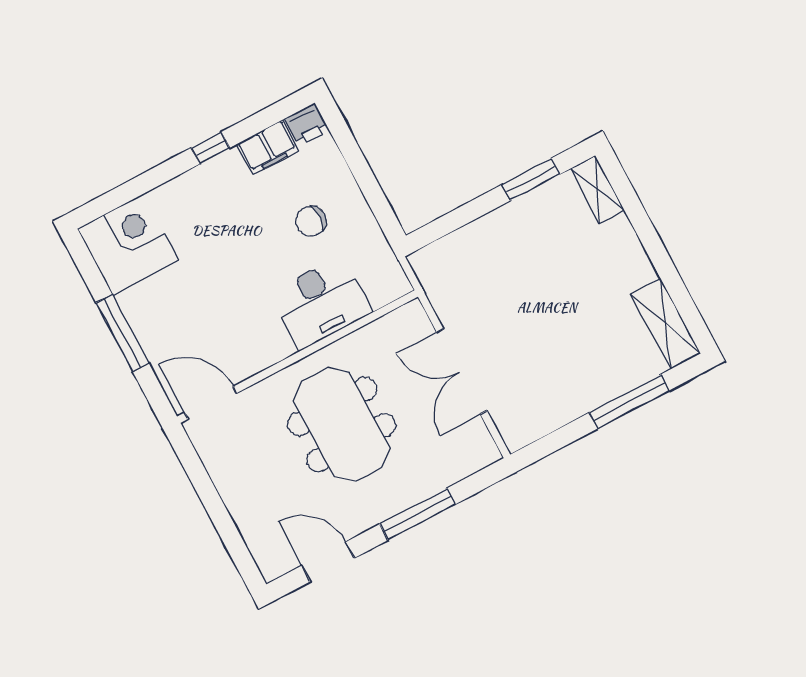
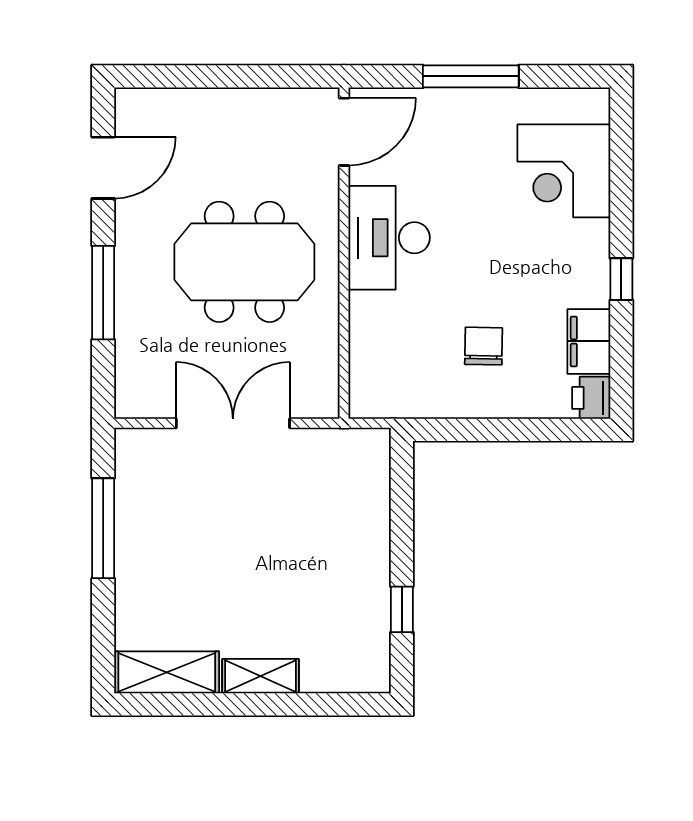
window: (531, 179) -> (402, 609), width x0.67
shelving: (597, 189) -> (261, 676), moved
corner desk: (128, 244) -> (564, 171), moved, turned 90
desk: (321, 303) -> (389, 238), moved
window: (629, 402) -> (103, 528), moved

